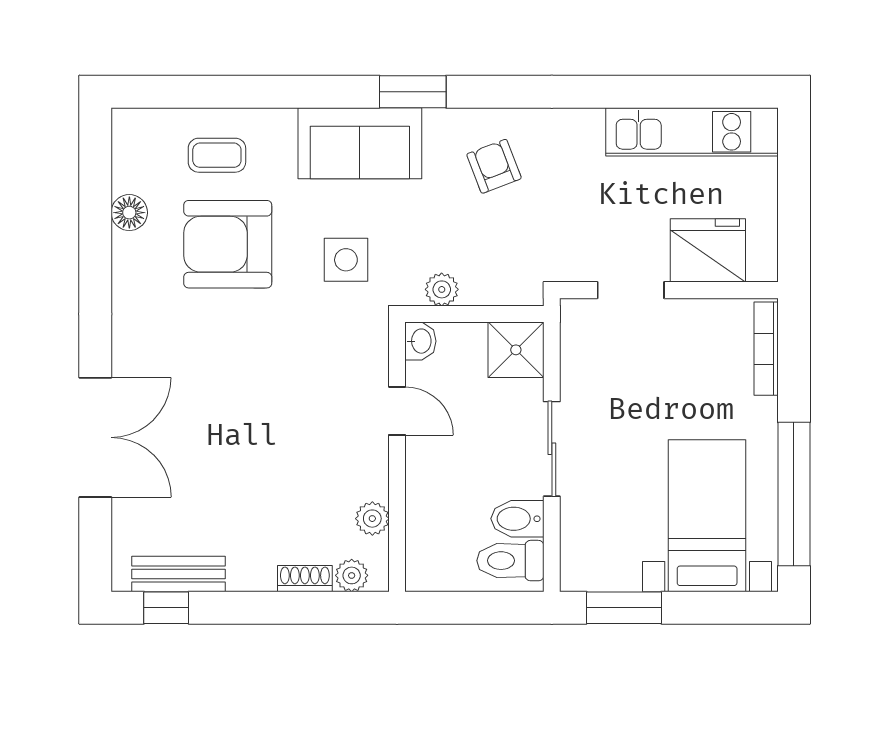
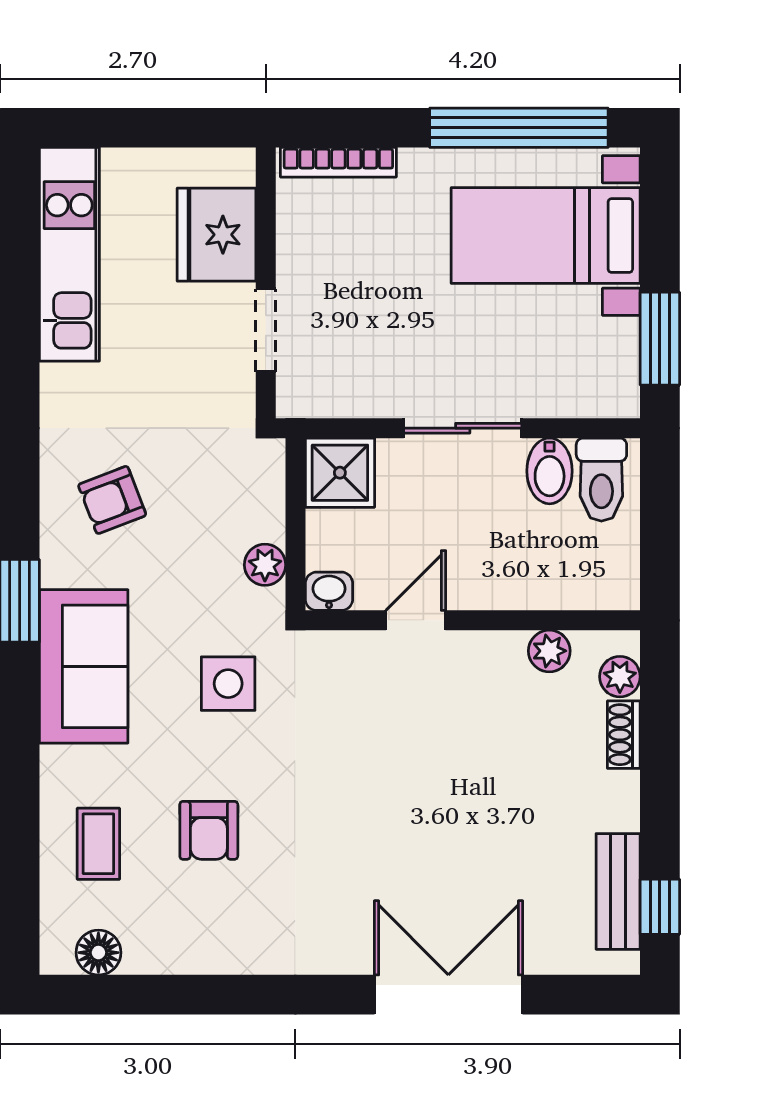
floor lamp: (129, 213) -> (98, 953), moved
armchair: (228, 244) -> (209, 830), width x0.53, depth x0.53

